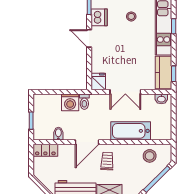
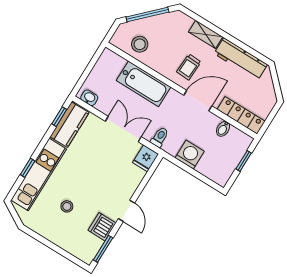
toilet: (84, 102) -> (160, 137), moved
locker: (45, 150) -> (241, 115), width x1.53

